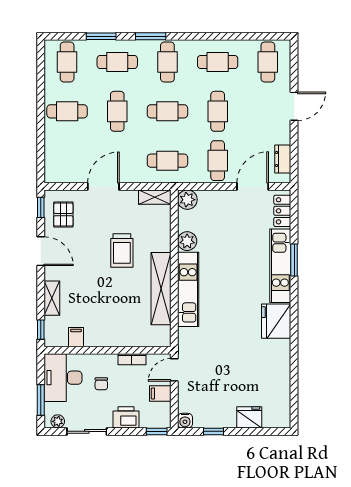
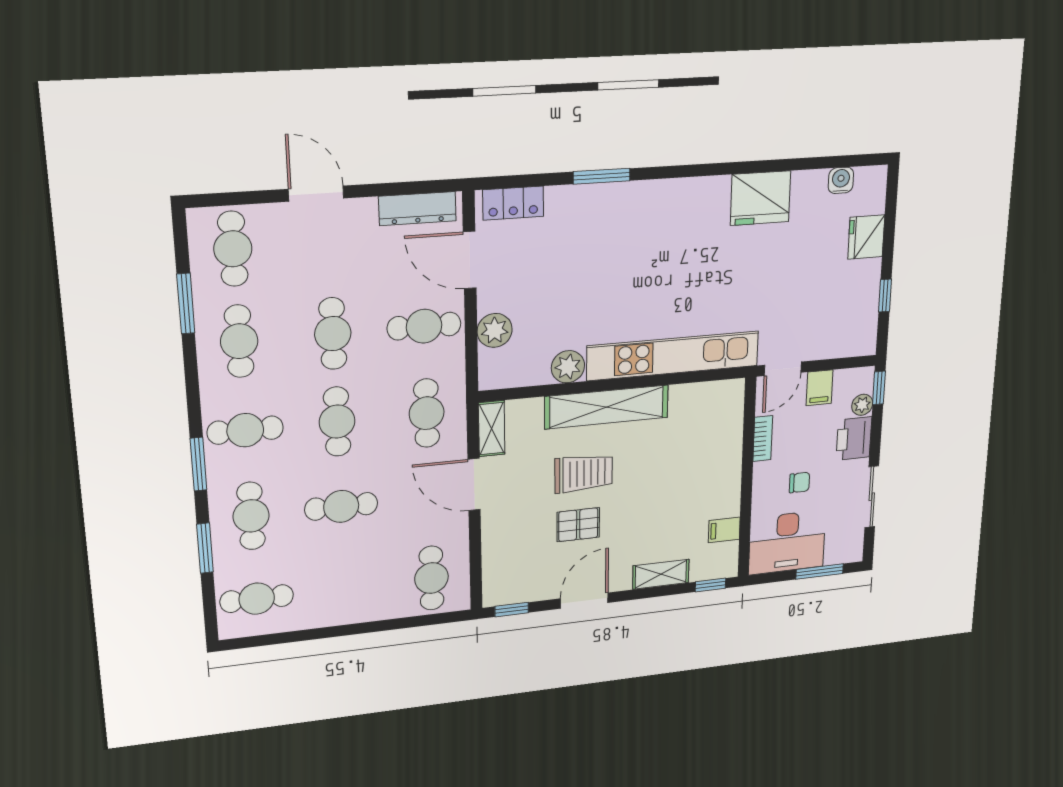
window: (240, 36) -> (186, 304), added
cafe table: (268, 62) -> (233, 249), turned 90
cafe table: (67, 111) -> (431, 578), moved
cafe table: (218, 111) -> (333, 334), turned 90
dresser: (283, 159) -> (417, 209), width x1.44
door: (103, 186) -> (474, 485), moved
plant: (187, 200) -> (495, 330), moved
pallet: (63, 215) -> (578, 525), moved
kitchen unit: (280, 266) -> (612, 200), removed
shelving: (161, 289) -> (607, 407), moved
kitchen unit: (188, 289) -> (673, 356), width x1.36
fridge: (276, 321) -> (760, 198), moved
door: (174, 370) -> (783, 369), hinge flipped
plant: (58, 421) -> (862, 405), moved
water cooler: (185, 421) -> (841, 180), moved, turned -90

